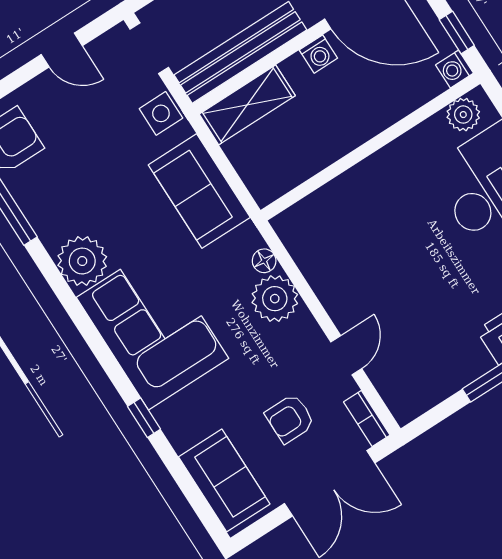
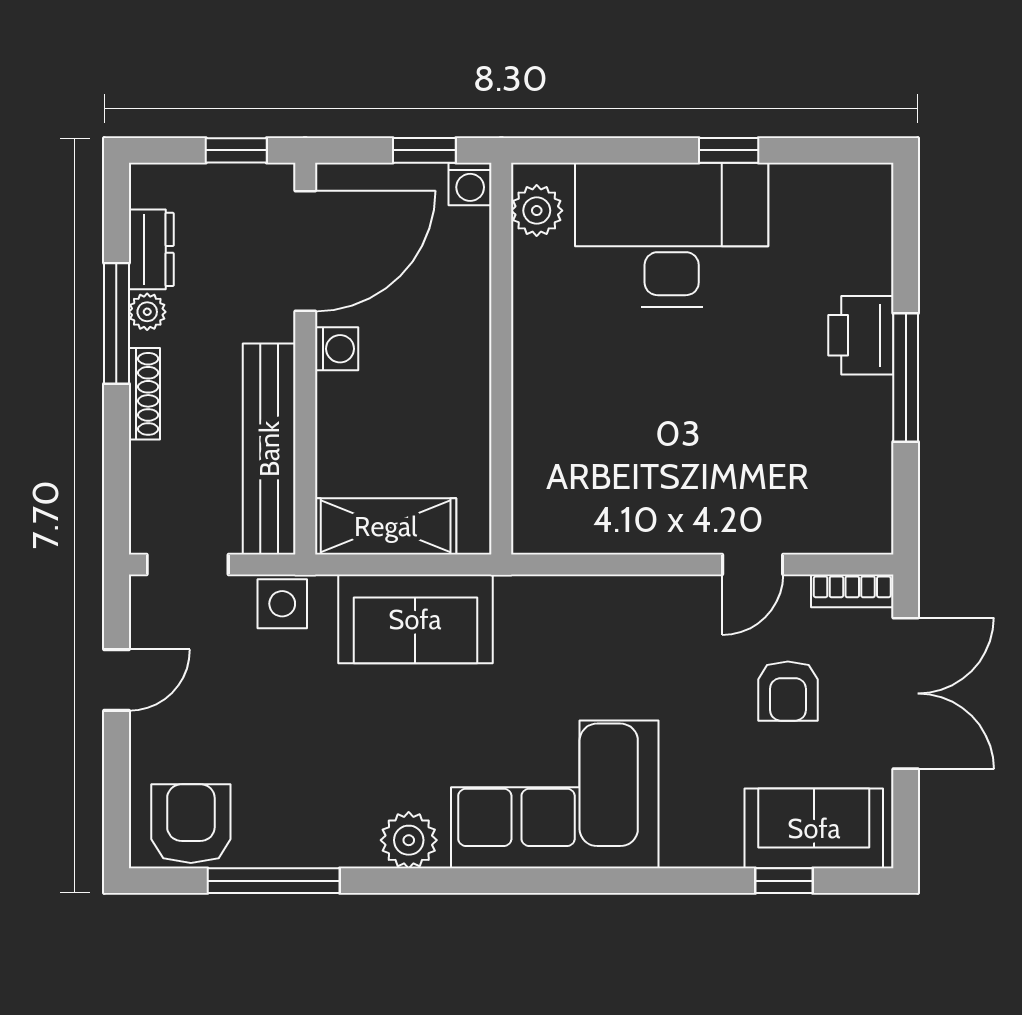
shelving: (247, 105) -> (386, 526), moved, turned 90
plant: (82, 261) -> (409, 840), width x0.73, depth x0.73
floor lamp: (264, 261) -> (561, 593), removed
plant: (275, 299) -> (619, 610), removed
door: (346, 355) -> (753, 565), swing flipped
window: (144, 418) -> (784, 881), moved

